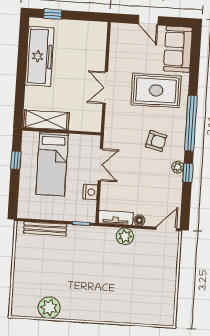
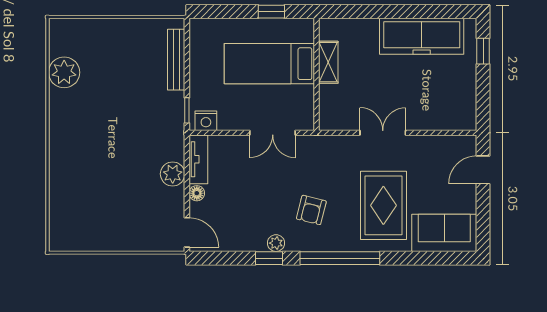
door: (148, 20) -> (483, 170), moved
shelving: (46, 120) -> (328, 62), width x0.67, depth x0.75
nightstand: (90, 192) -> (206, 121), moved

